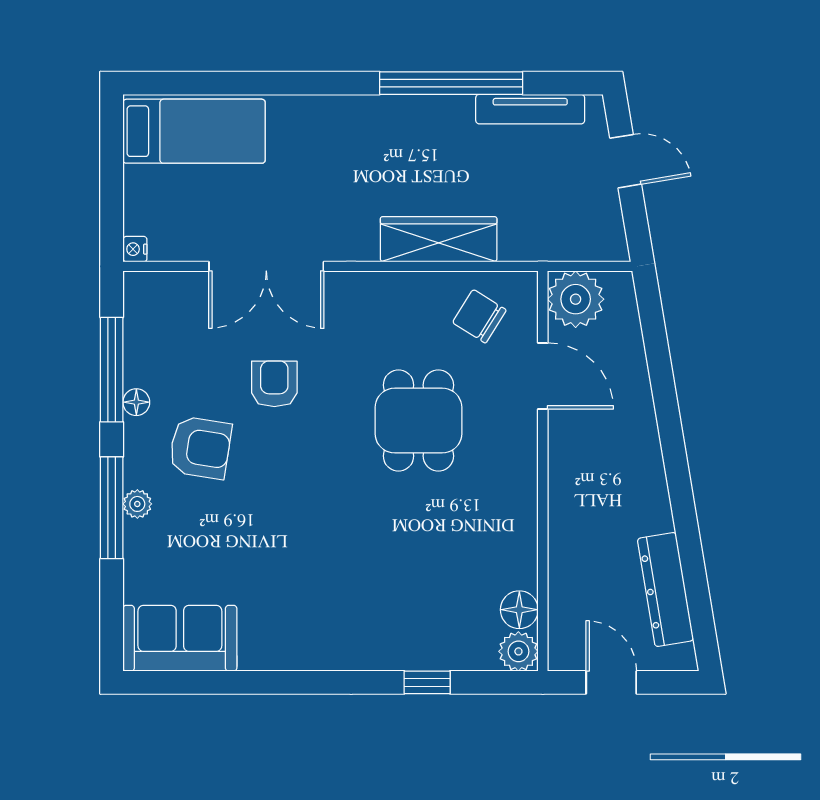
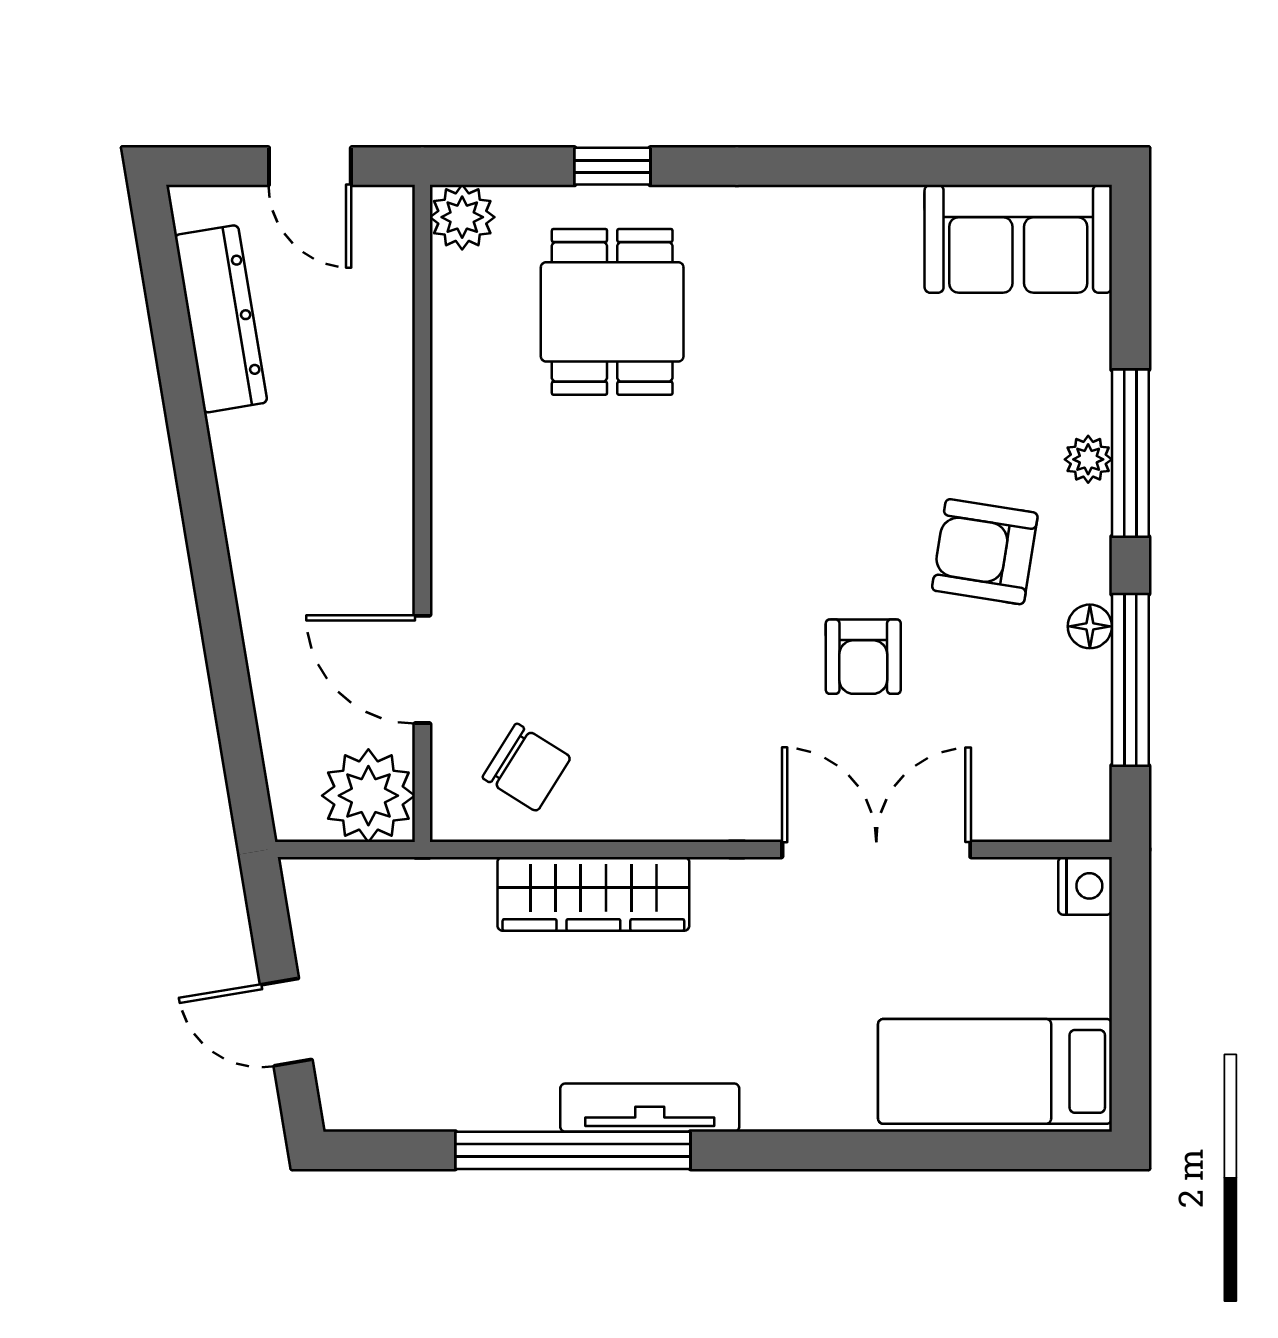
tv unit: (530, 109) -> (650, 1108), moved
nightstand: (135, 249) -> (1085, 886), width x1.39, depth x1.35
dining table: (418, 421) -> (612, 312), moved
floor lamp: (519, 610) -> (461, 286), removed

